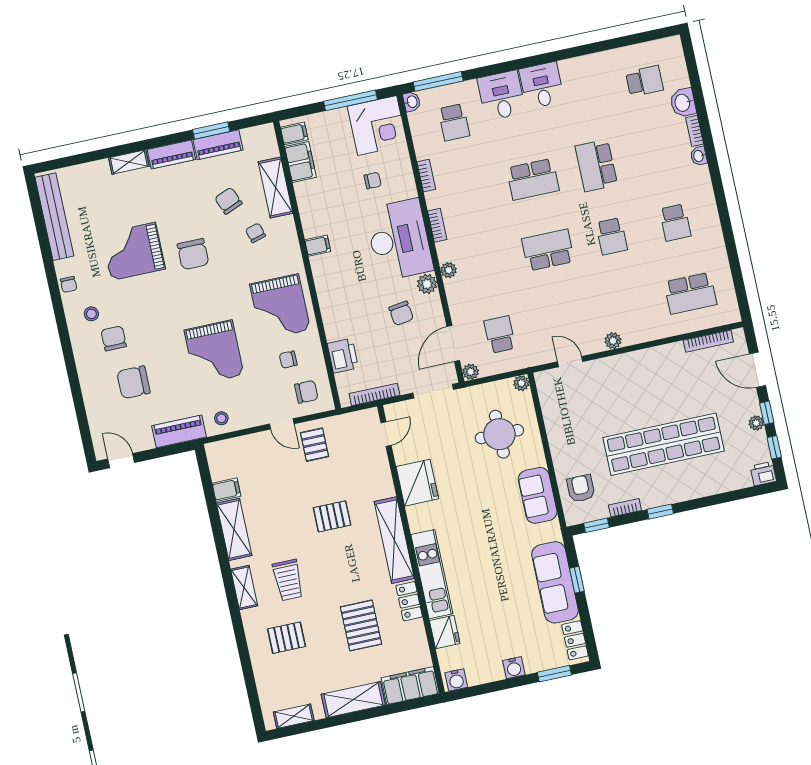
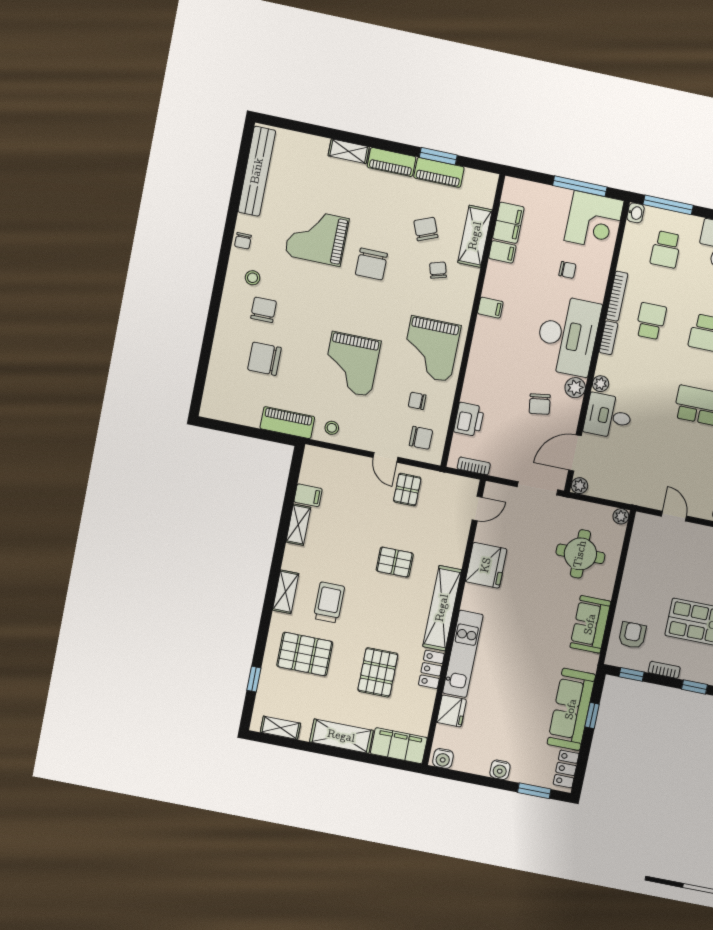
filing cabinet: (294, 133) -> (502, 252), moved
bookcase: (426, 176) -> (617, 296), width x1.56
desk: (469, 297) -> (608, 416), added
school desk: (500, 335) -> (651, 321), moved
bookcase: (374, 394) -> (474, 466), width x0.64
door: (121, 461) -> (222, 426), removed
shelving: (234, 529) -> (298, 525), width x0.67, depth x0.75
trolley: (288, 580) -> (329, 602), turned 180
pallet: (286, 638) -> (305, 654), width x1.50, depth x1.42
window: (250, 681) -> (254, 679), added

